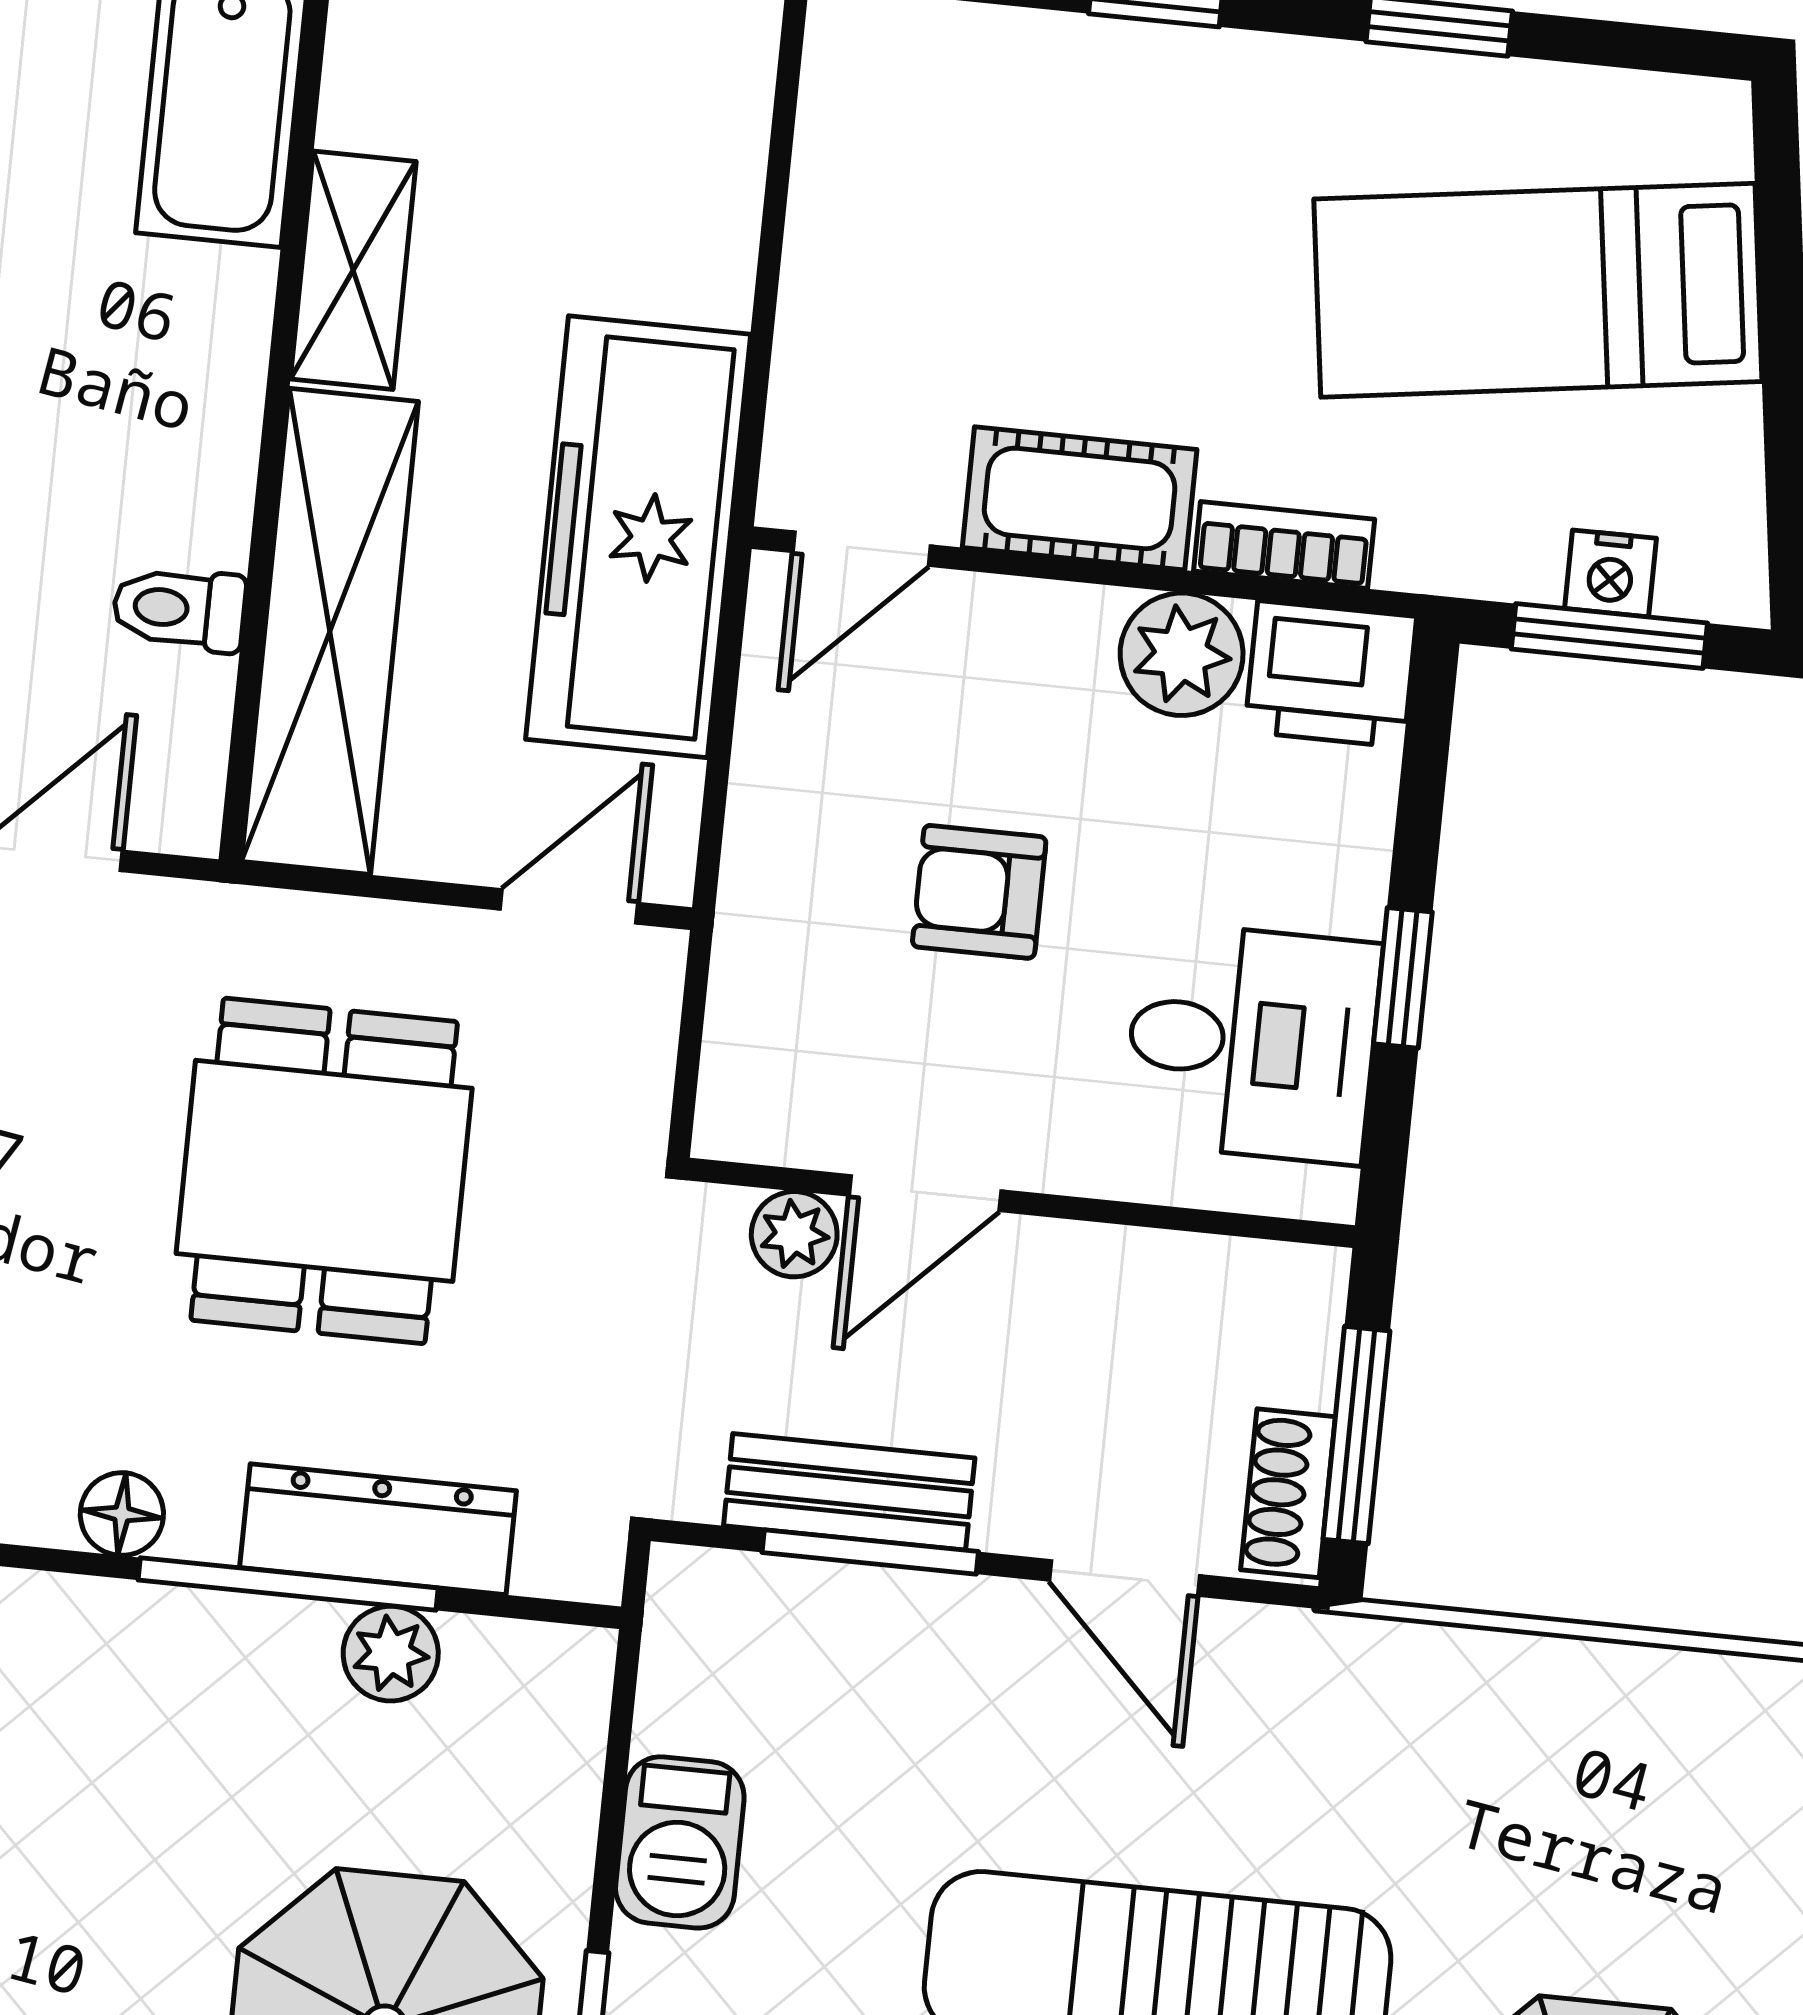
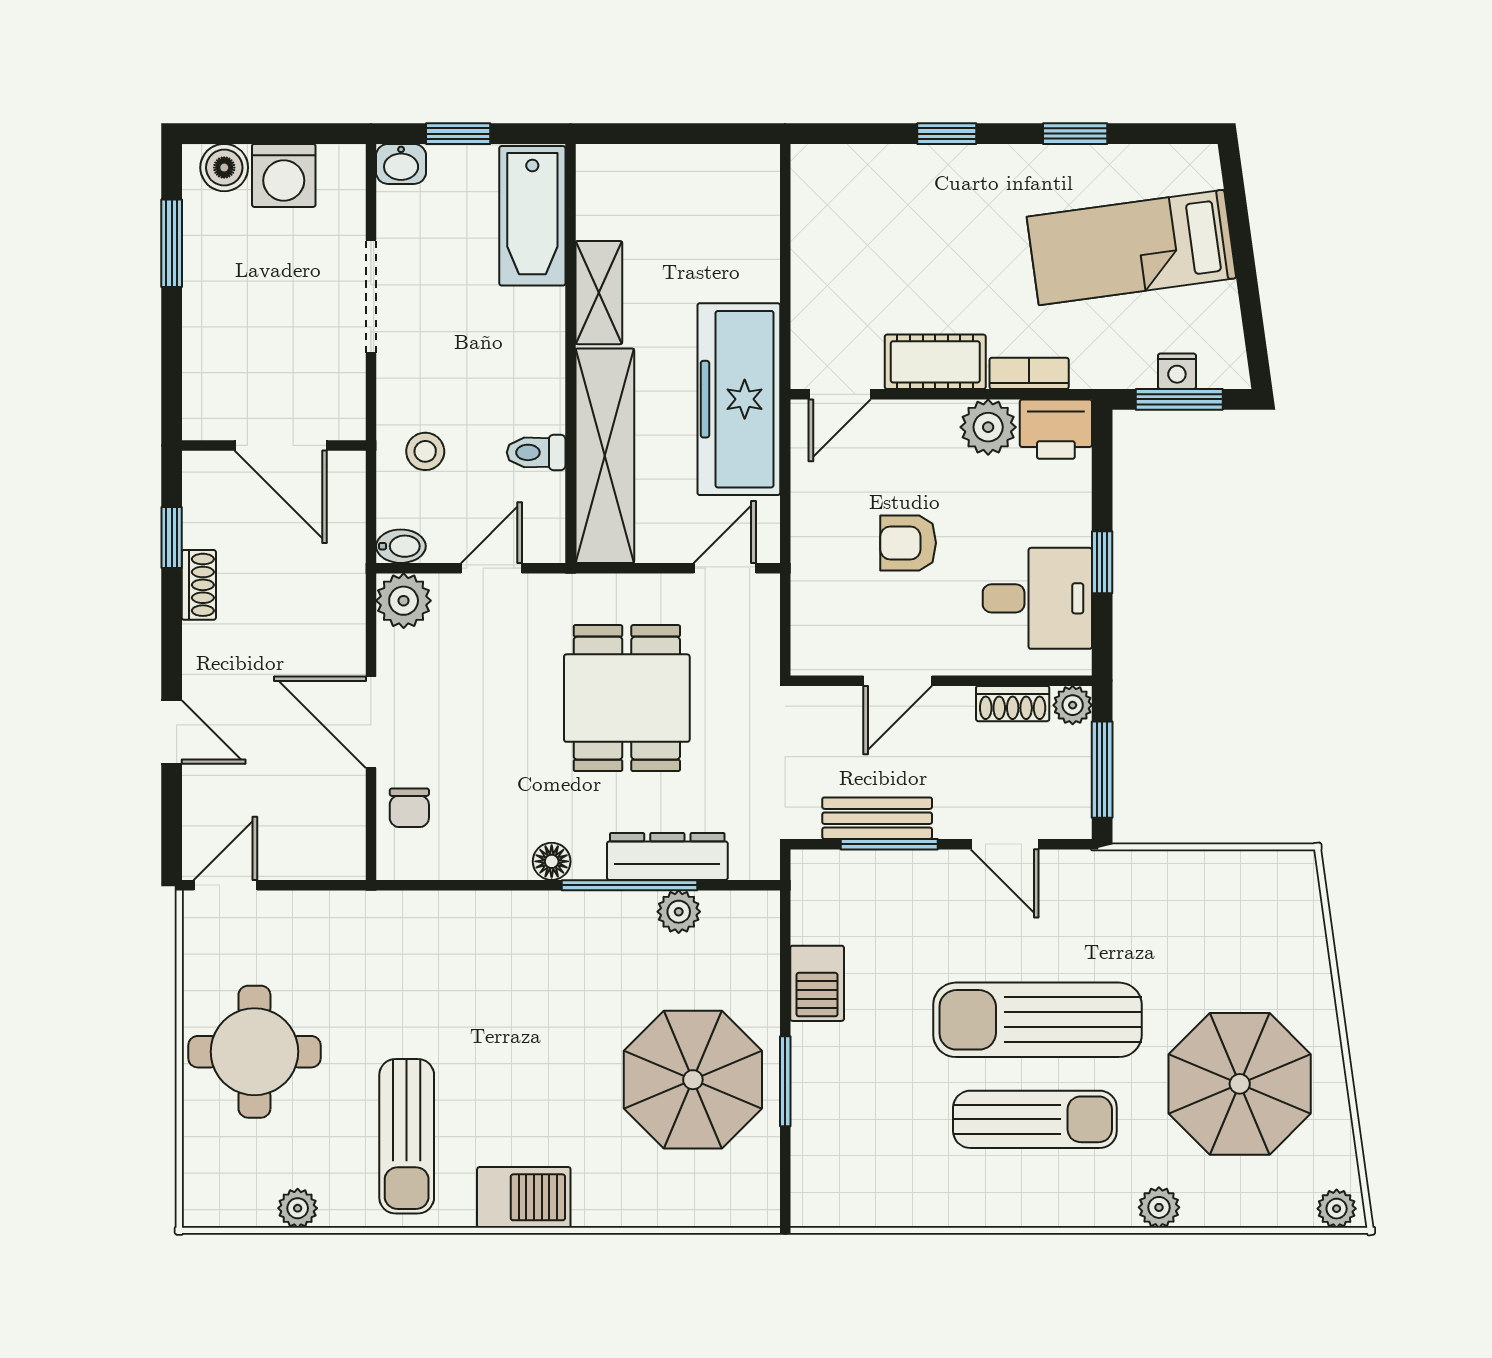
plant: (794, 1234) -> (1073, 705), moved
shoe rack: (1288, 1493) -> (1013, 704), moved, turned -90

